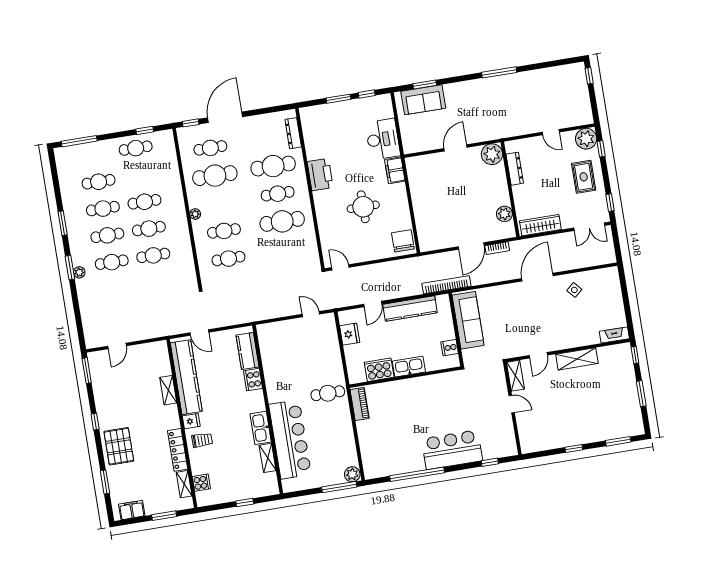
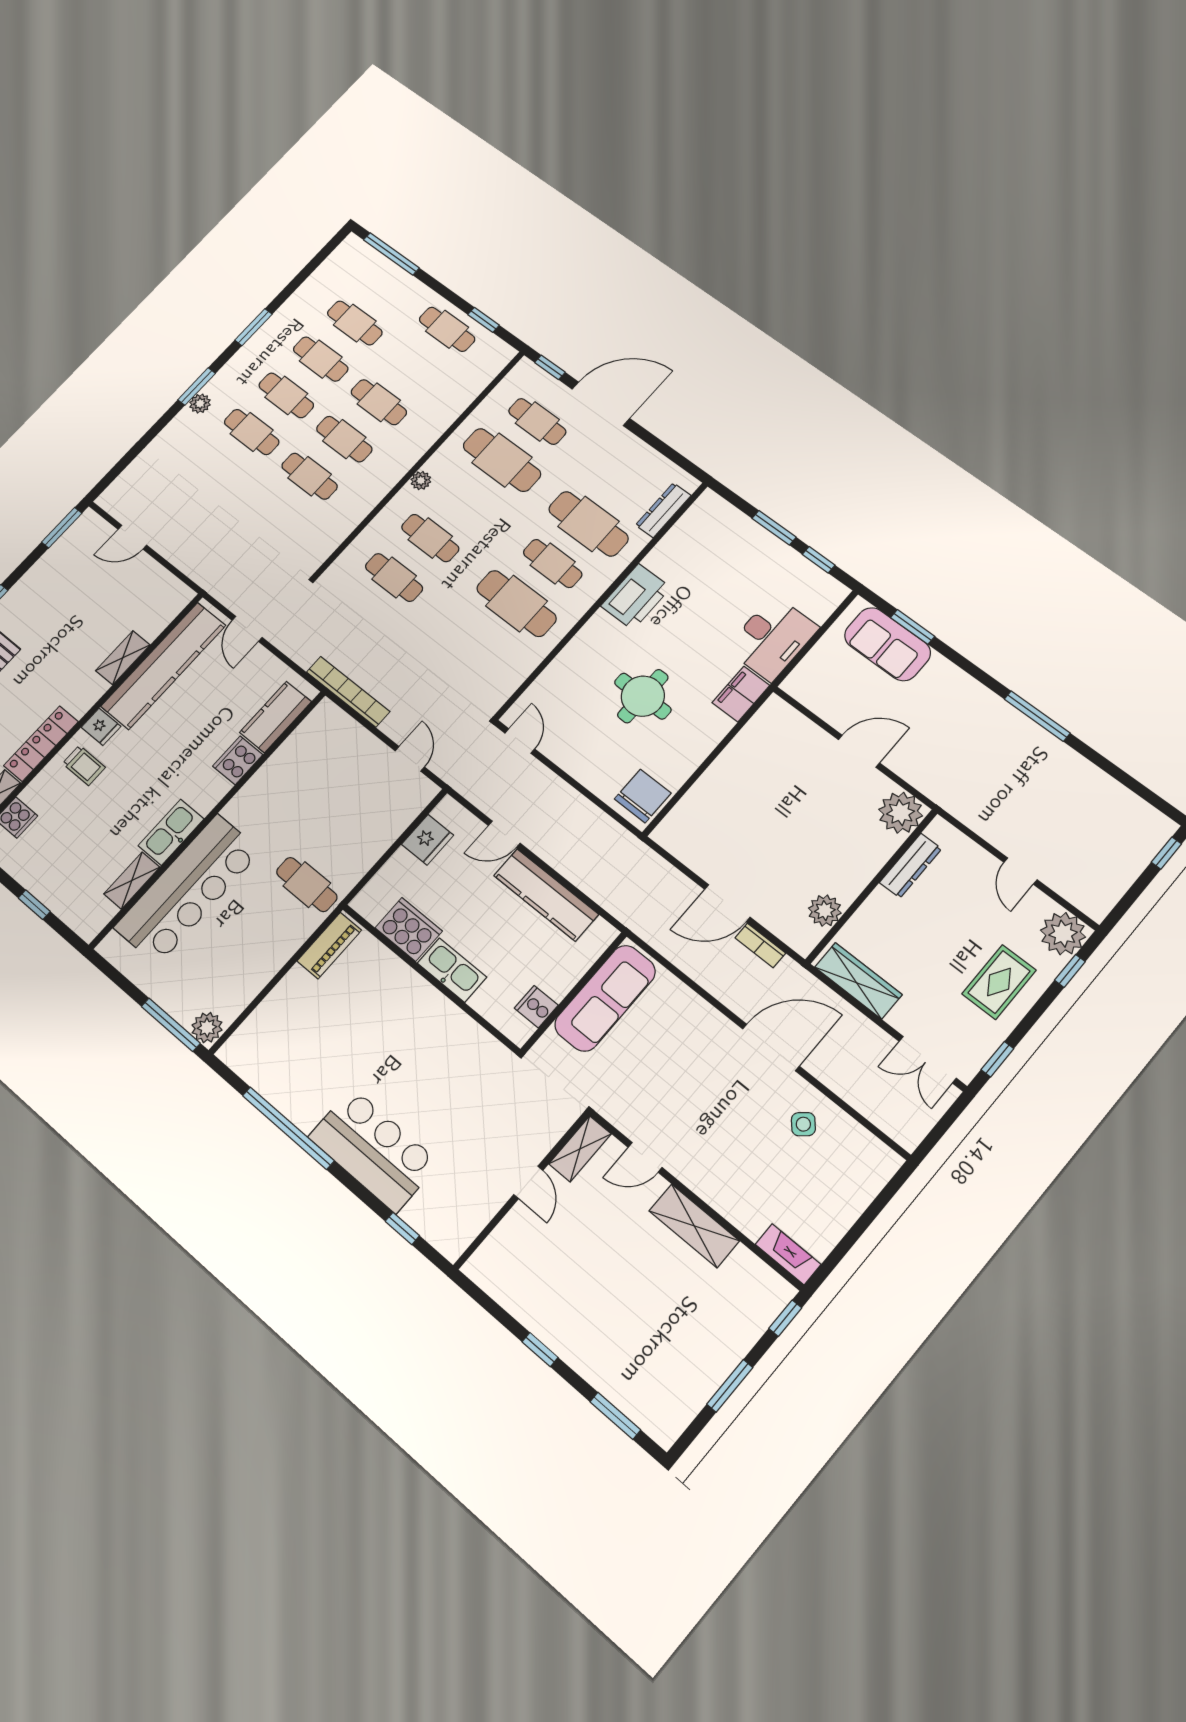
bookcase: (446, 285) -> (348, 692), moved

